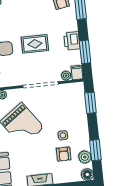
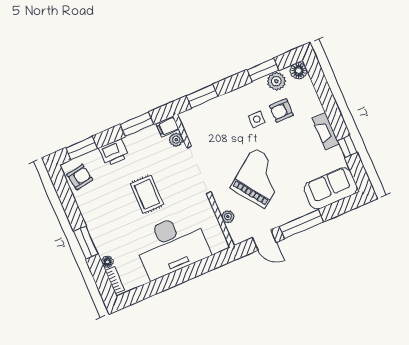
printer: (72, 41) -> (114, 152), moved
armchair: (64, 154) -> (281, 110), turned 180

